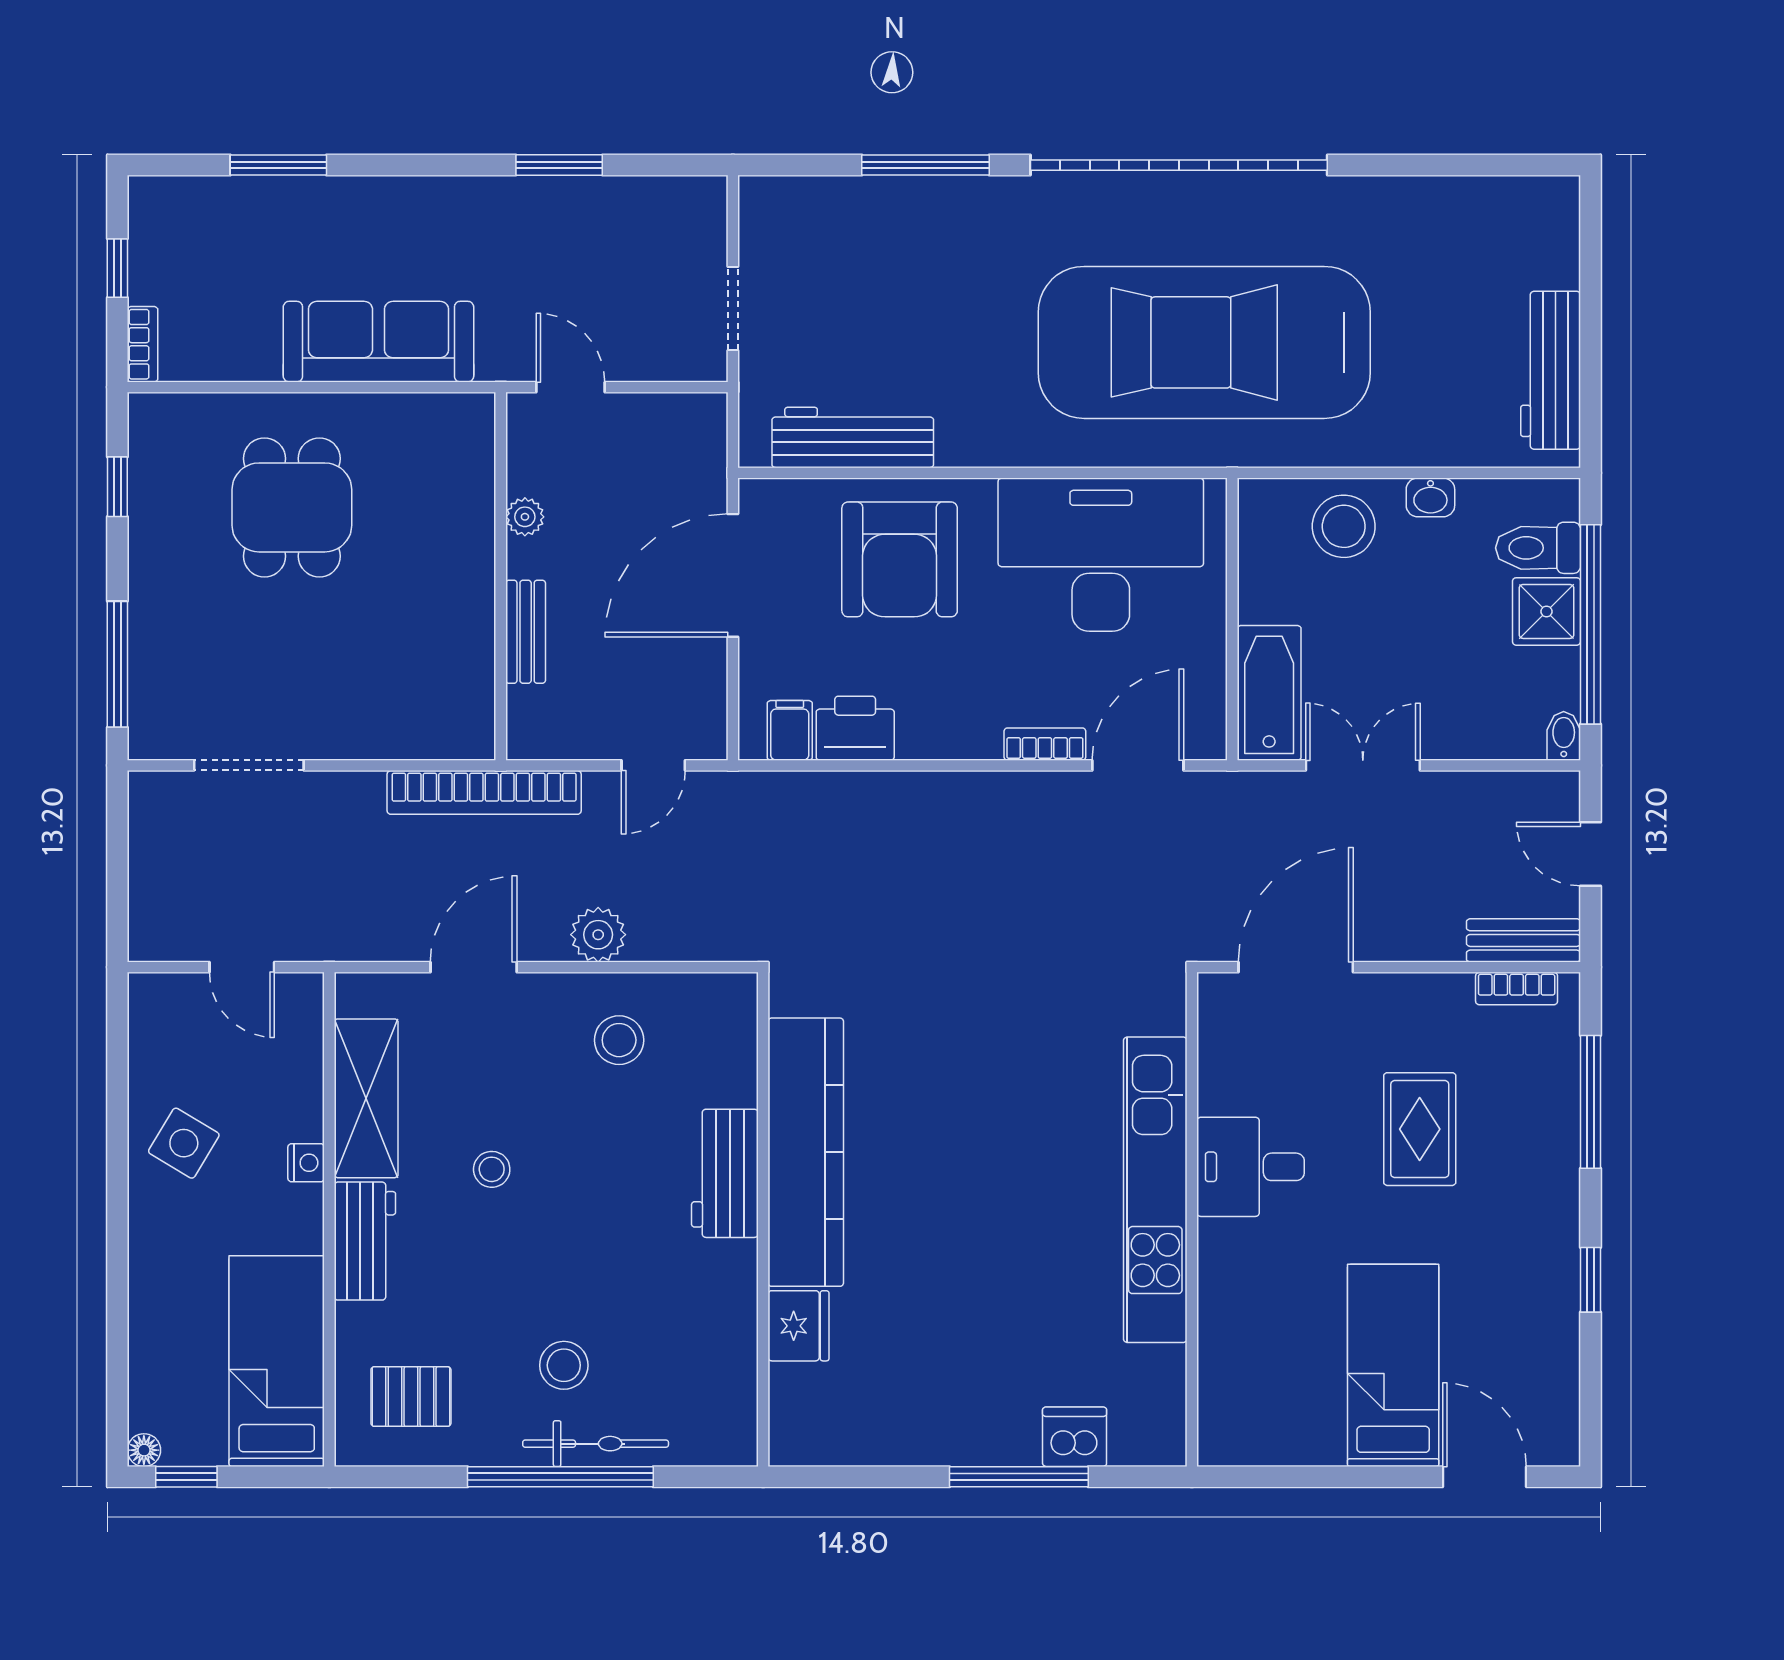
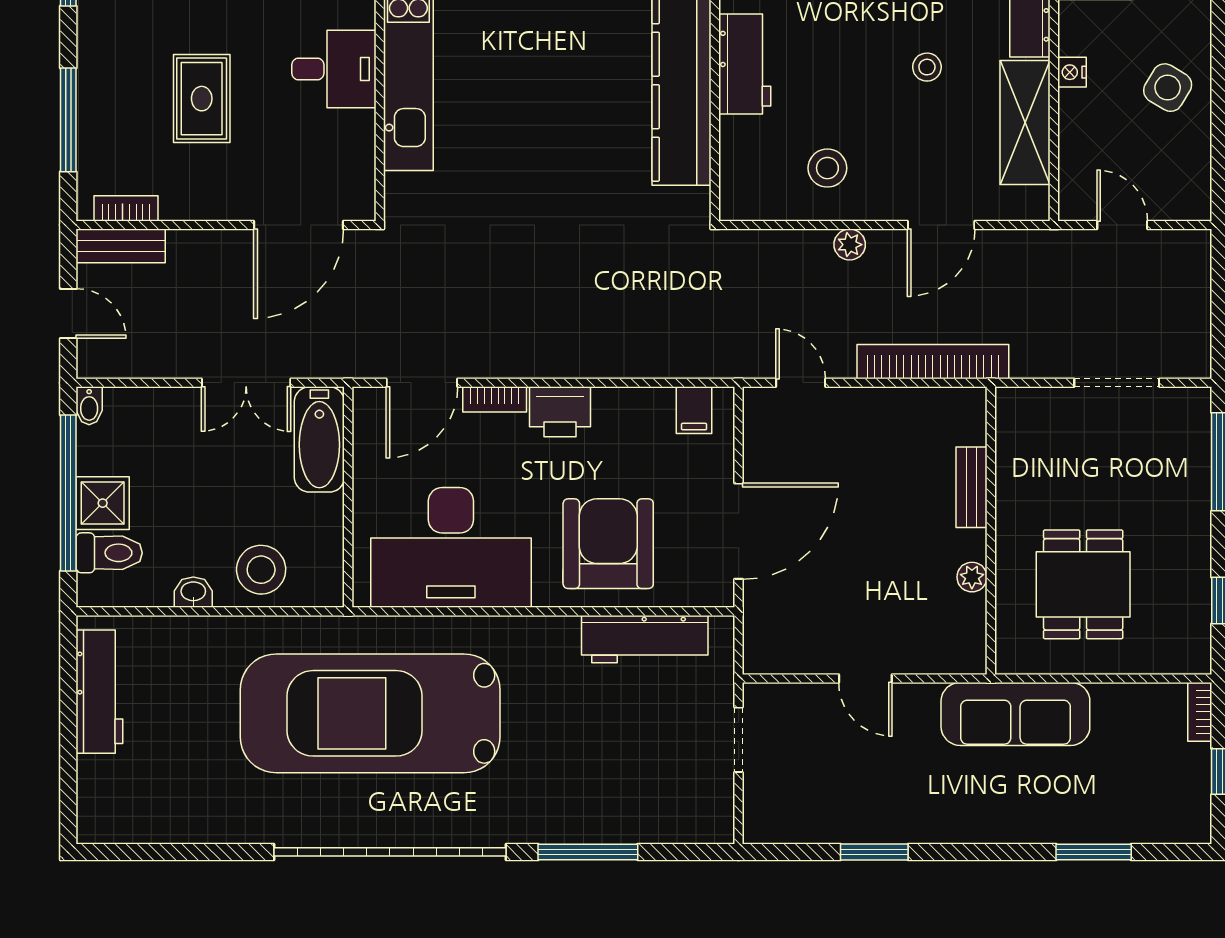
car: (1204, 342) -> (370, 713), turned 180
plant: (525, 517) -> (972, 577), moved
wall: (501, 576) -> (991, 531), moved
bench: (526, 632) -> (971, 487), moved
printer: (855, 728) -> (560, 412), moved
door: (653, 765) -> (801, 383), hinge flipped
plant: (598, 935) -> (850, 245), width x0.73, depth x0.73

